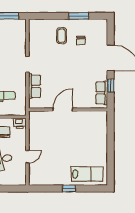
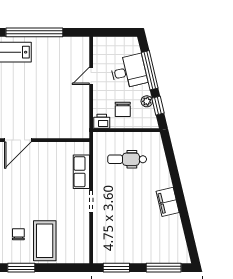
coffee table: (62, 36) -> (45, 241), width x1.86, depth x1.72
door: (63, 110) -> (18, 140), moved
window: (69, 188) -> (34, 32), width x3.17

